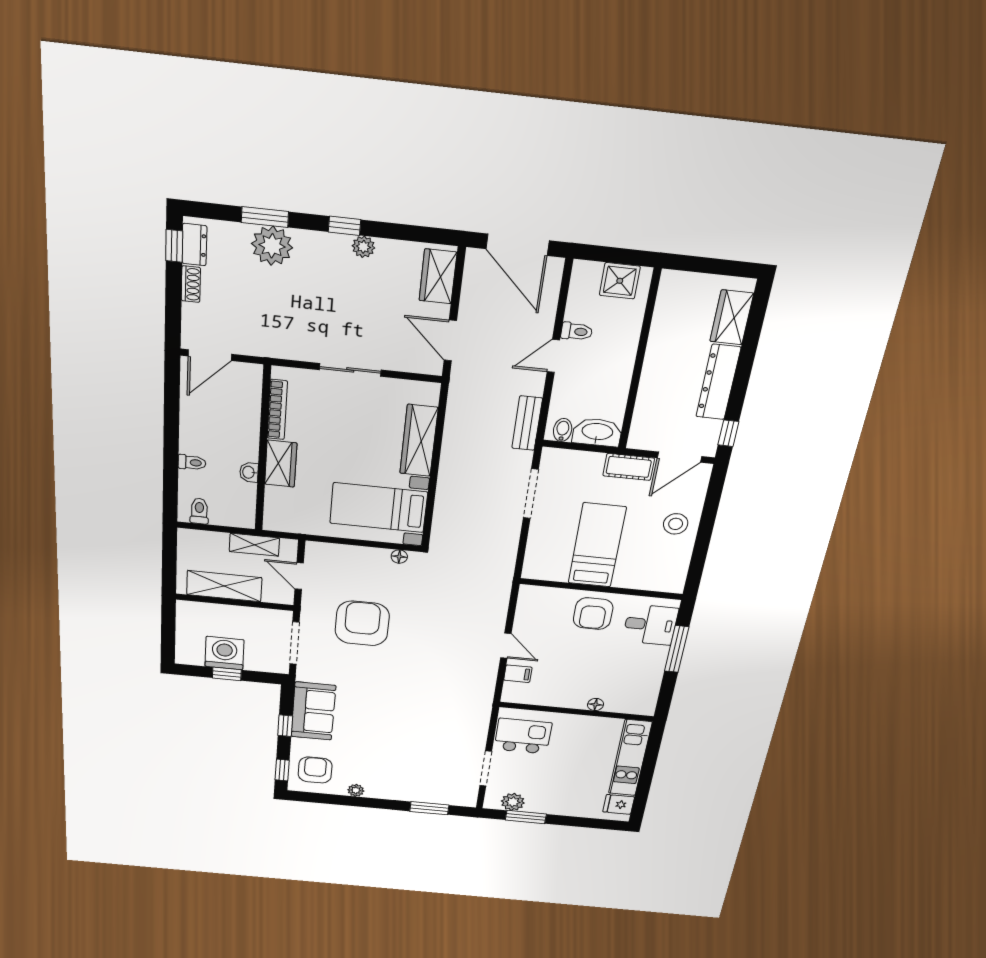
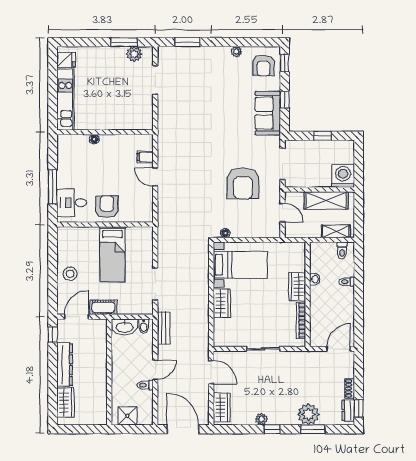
wardrobe: (419, 441) -> (222, 303), width x0.67
shelving: (254, 545) -> (336, 231), moved
washing machine: (224, 653) -> (343, 176), moved, turned 180
kitchen island: (523, 736) -> (135, 109), removed

